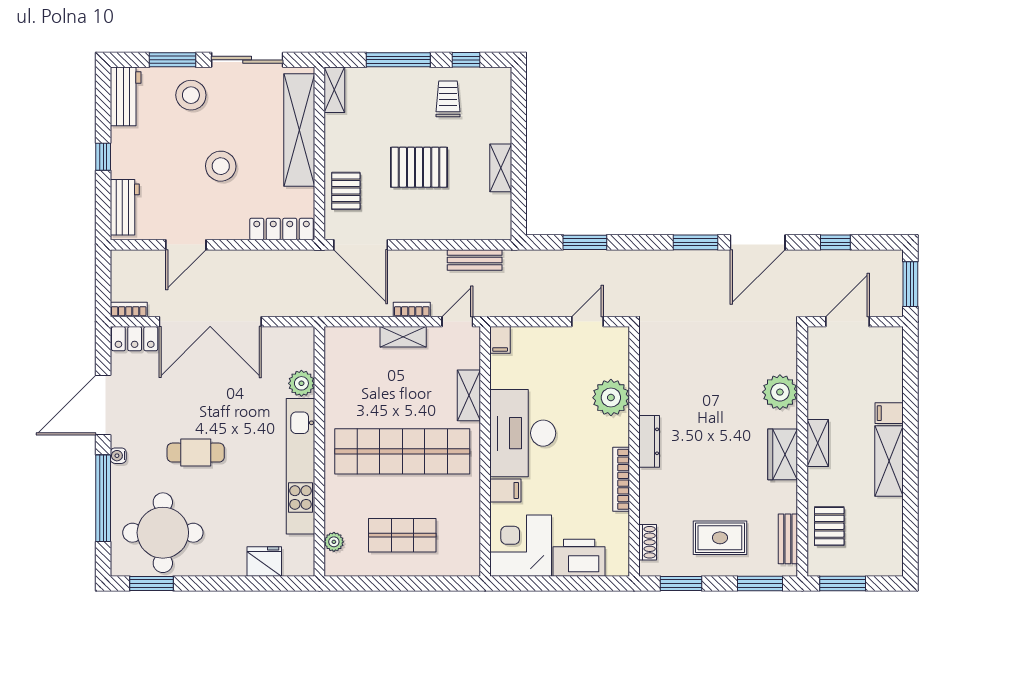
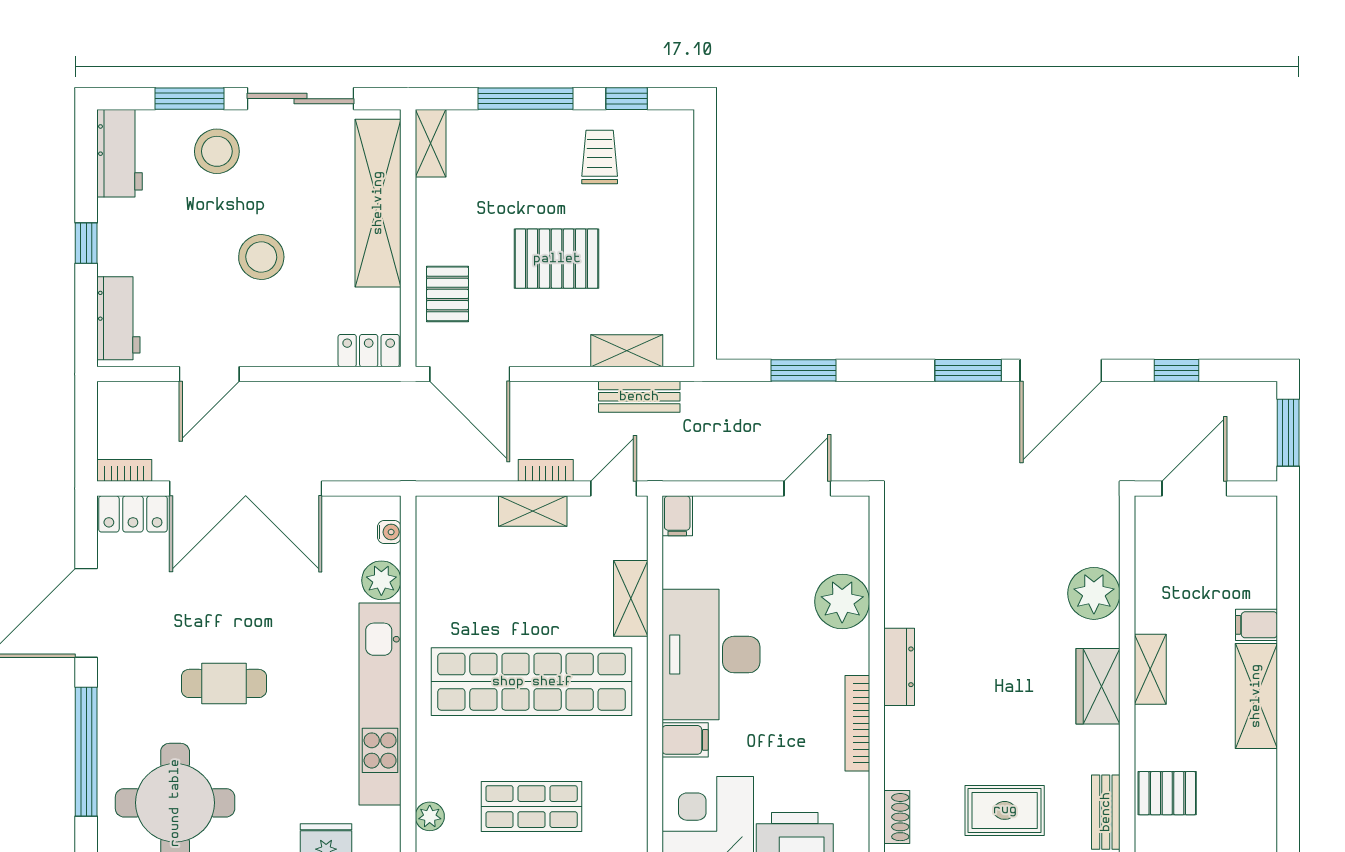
shelving: (501, 168) -> (627, 351), moved, turned 90
locker: (282, 229) -> (369, 351), width x0.66
water cooler: (118, 456) -> (389, 532), moved, turned 180
pallet: (829, 526) -> (1167, 793), turned 90

